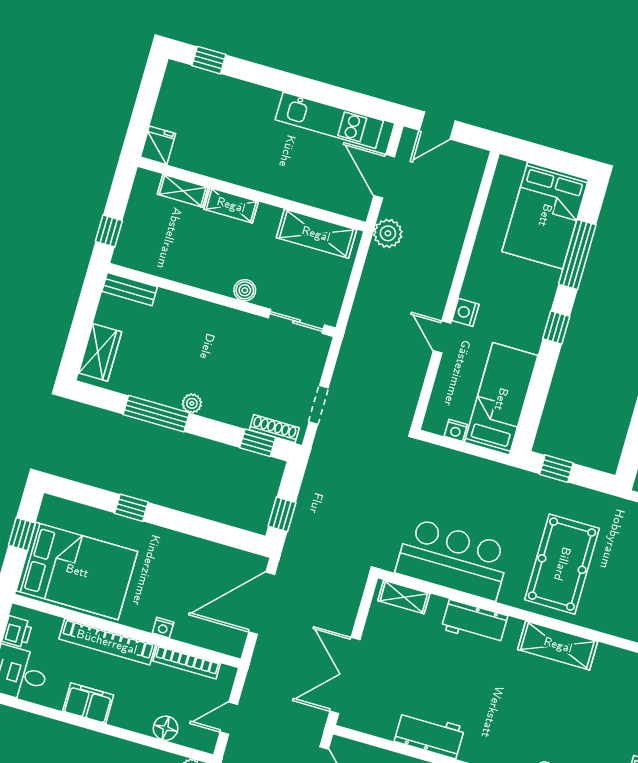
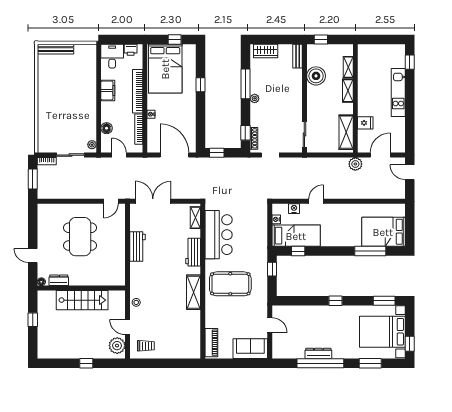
kitchen unit: (329, 120) -> (398, 92), moved
fridge: (158, 145) -> (365, 123), moved
boiler: (245, 290) -> (316, 76), moved, width x1.86, depth x1.86
nightstand: (465, 312) -> (294, 209), moved
window: (556, 327) -> (298, 251), moved

